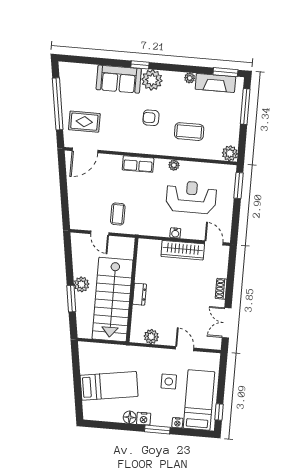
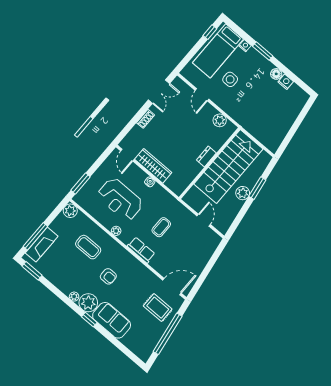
plant: (190, 78) -> (74, 297), moved
fireplace: (215, 83) -> (42, 245), moved, turned 90
coffee table: (118, 214) -> (161, 227), moved
bed: (109, 386) -> (275, 107), removed
nightstand: (144, 419) -> (286, 82), moved

